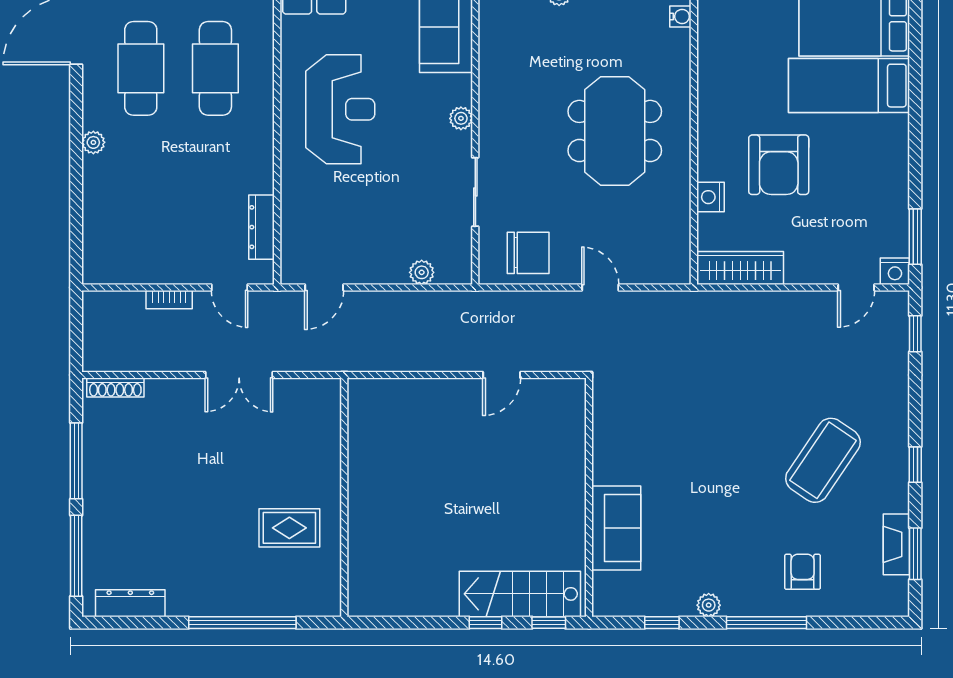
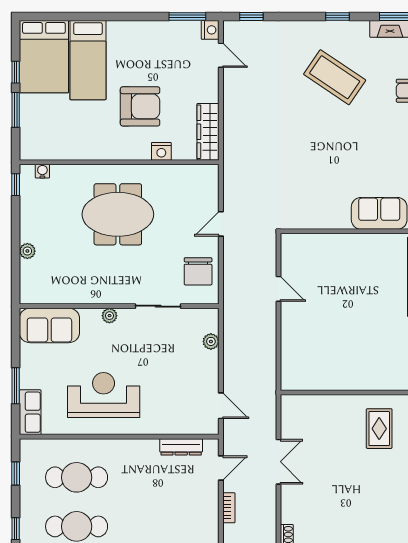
chair: (528, 253) -> (198, 271), turned 180

